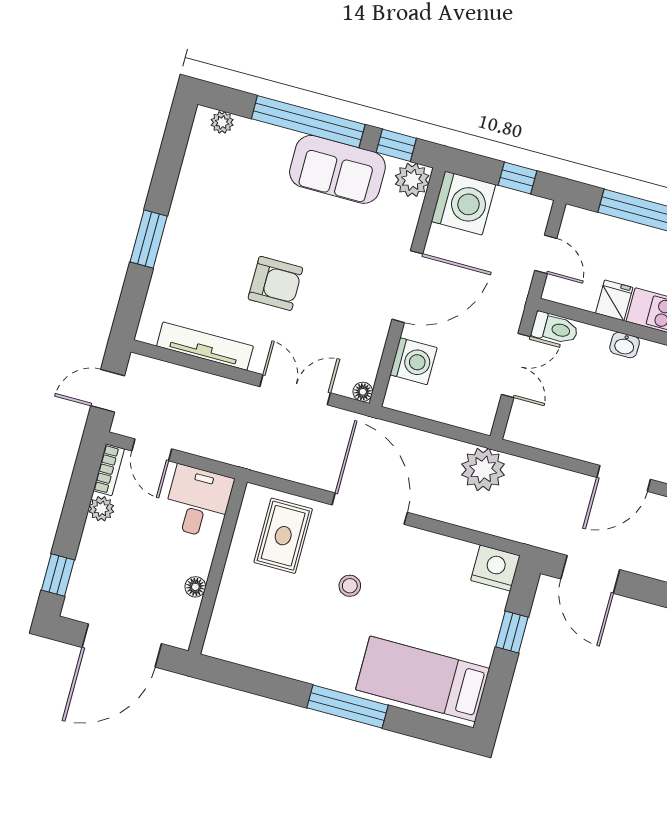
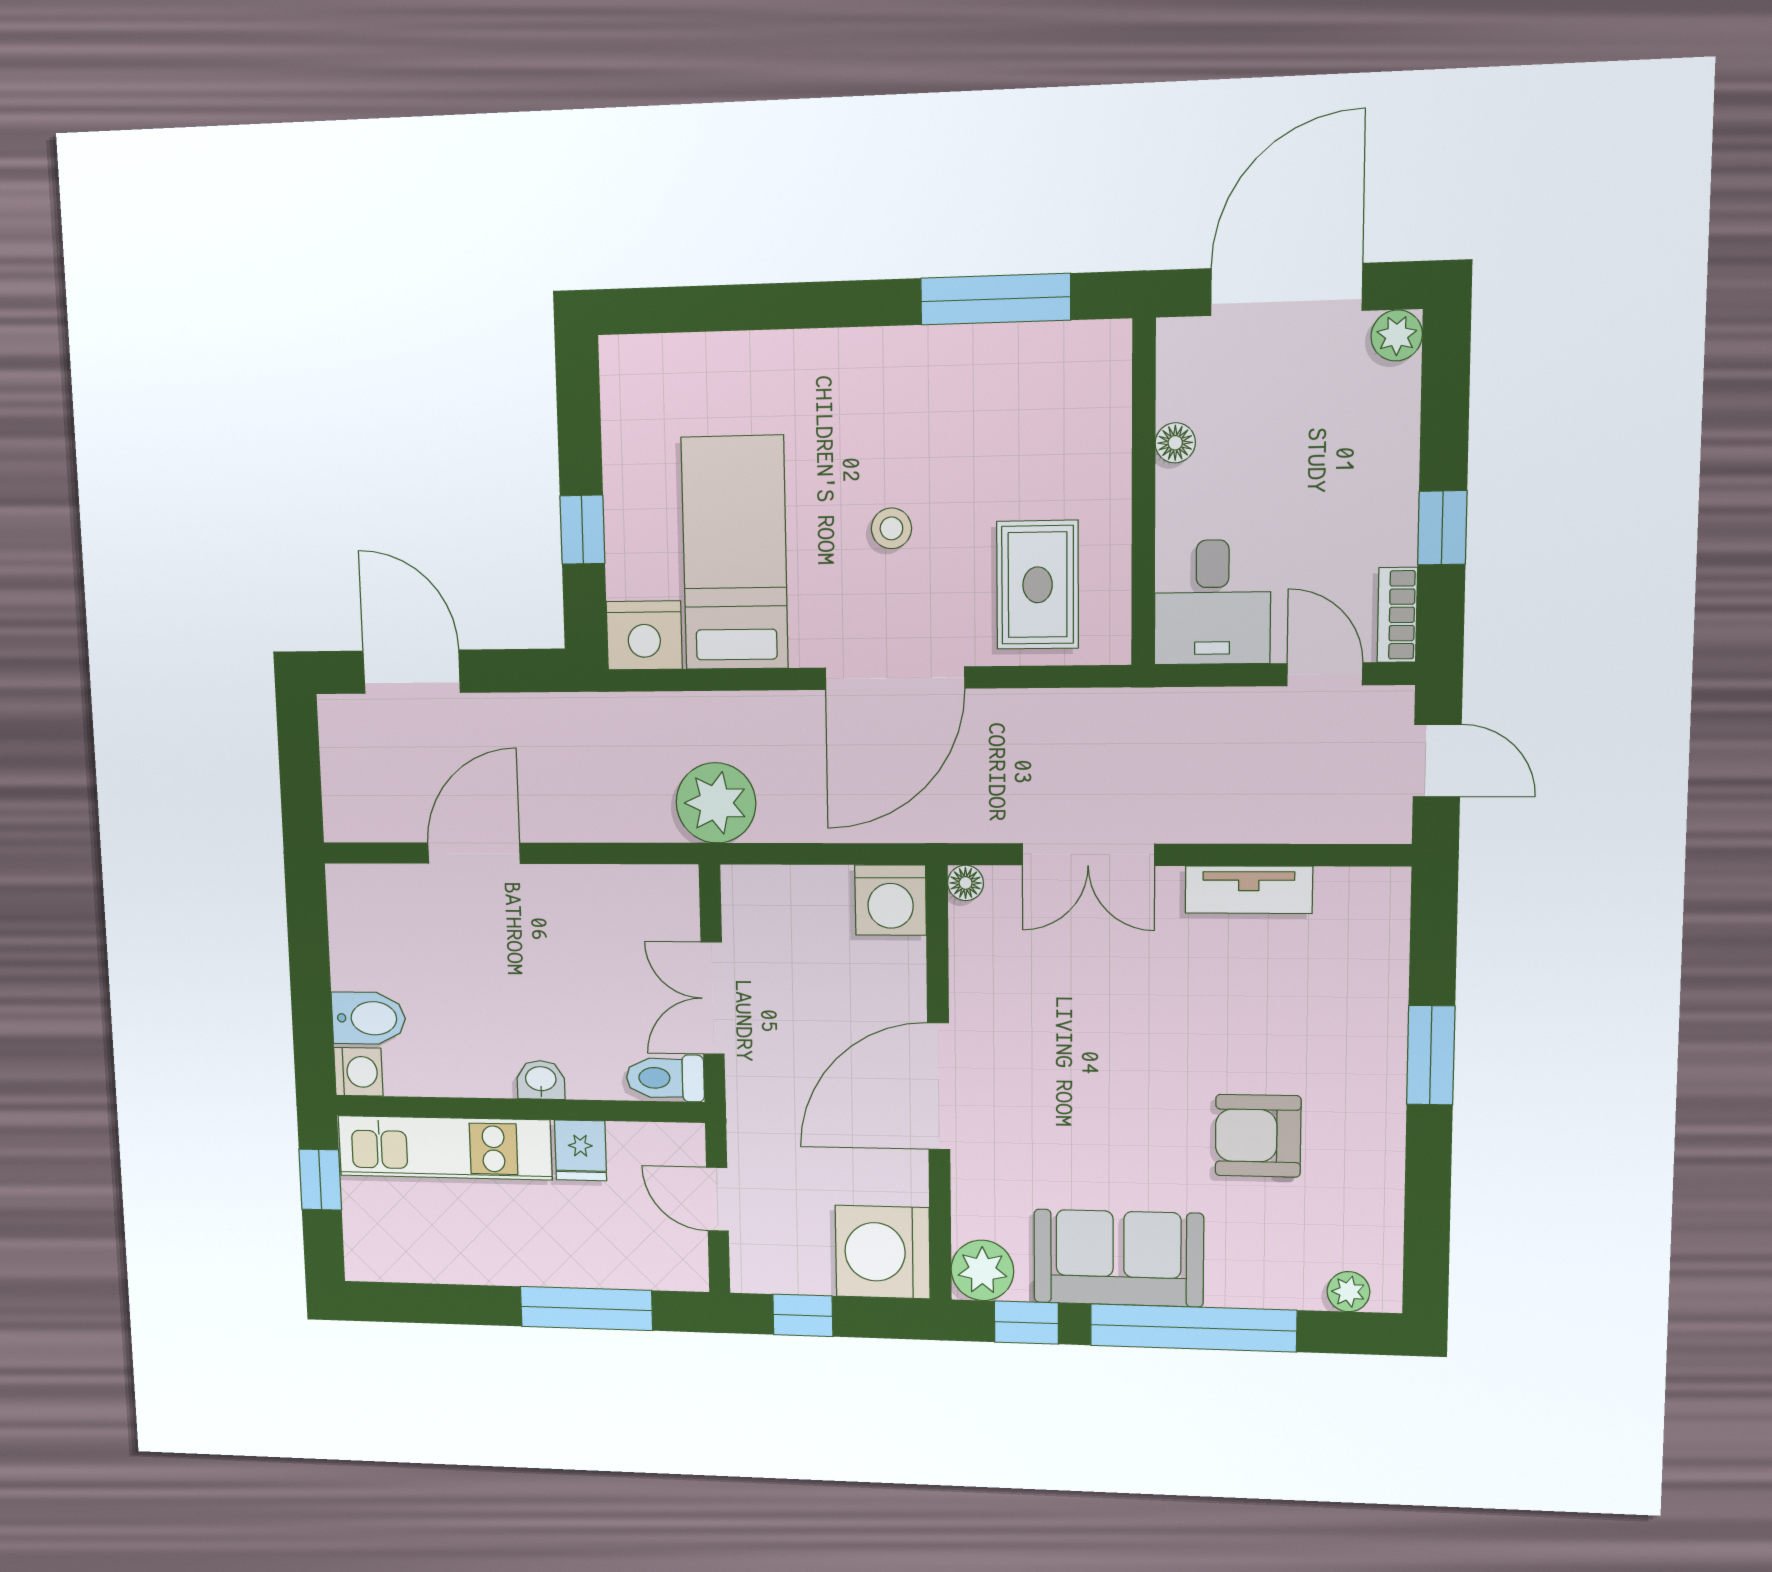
armchair: (275, 283) -> (1258, 1136), moved
tv unit: (205, 346) -> (1249, 890), width x0.71
washing machine: (413, 361) -> (891, 900), moved, turned -90
door: (108, 391) -> (1437, 761), hinge flipped
plant: (101, 509) -> (1397, 335), moved
door: (370, 509) -> (895, 678), hinge flipped
door: (590, 574) -> (412, 672), moved
window: (58, 575) -> (1442, 528), moved
bed: (423, 679) -> (735, 553), moved, turned -90
window: (348, 706) -> (996, 299), moved

